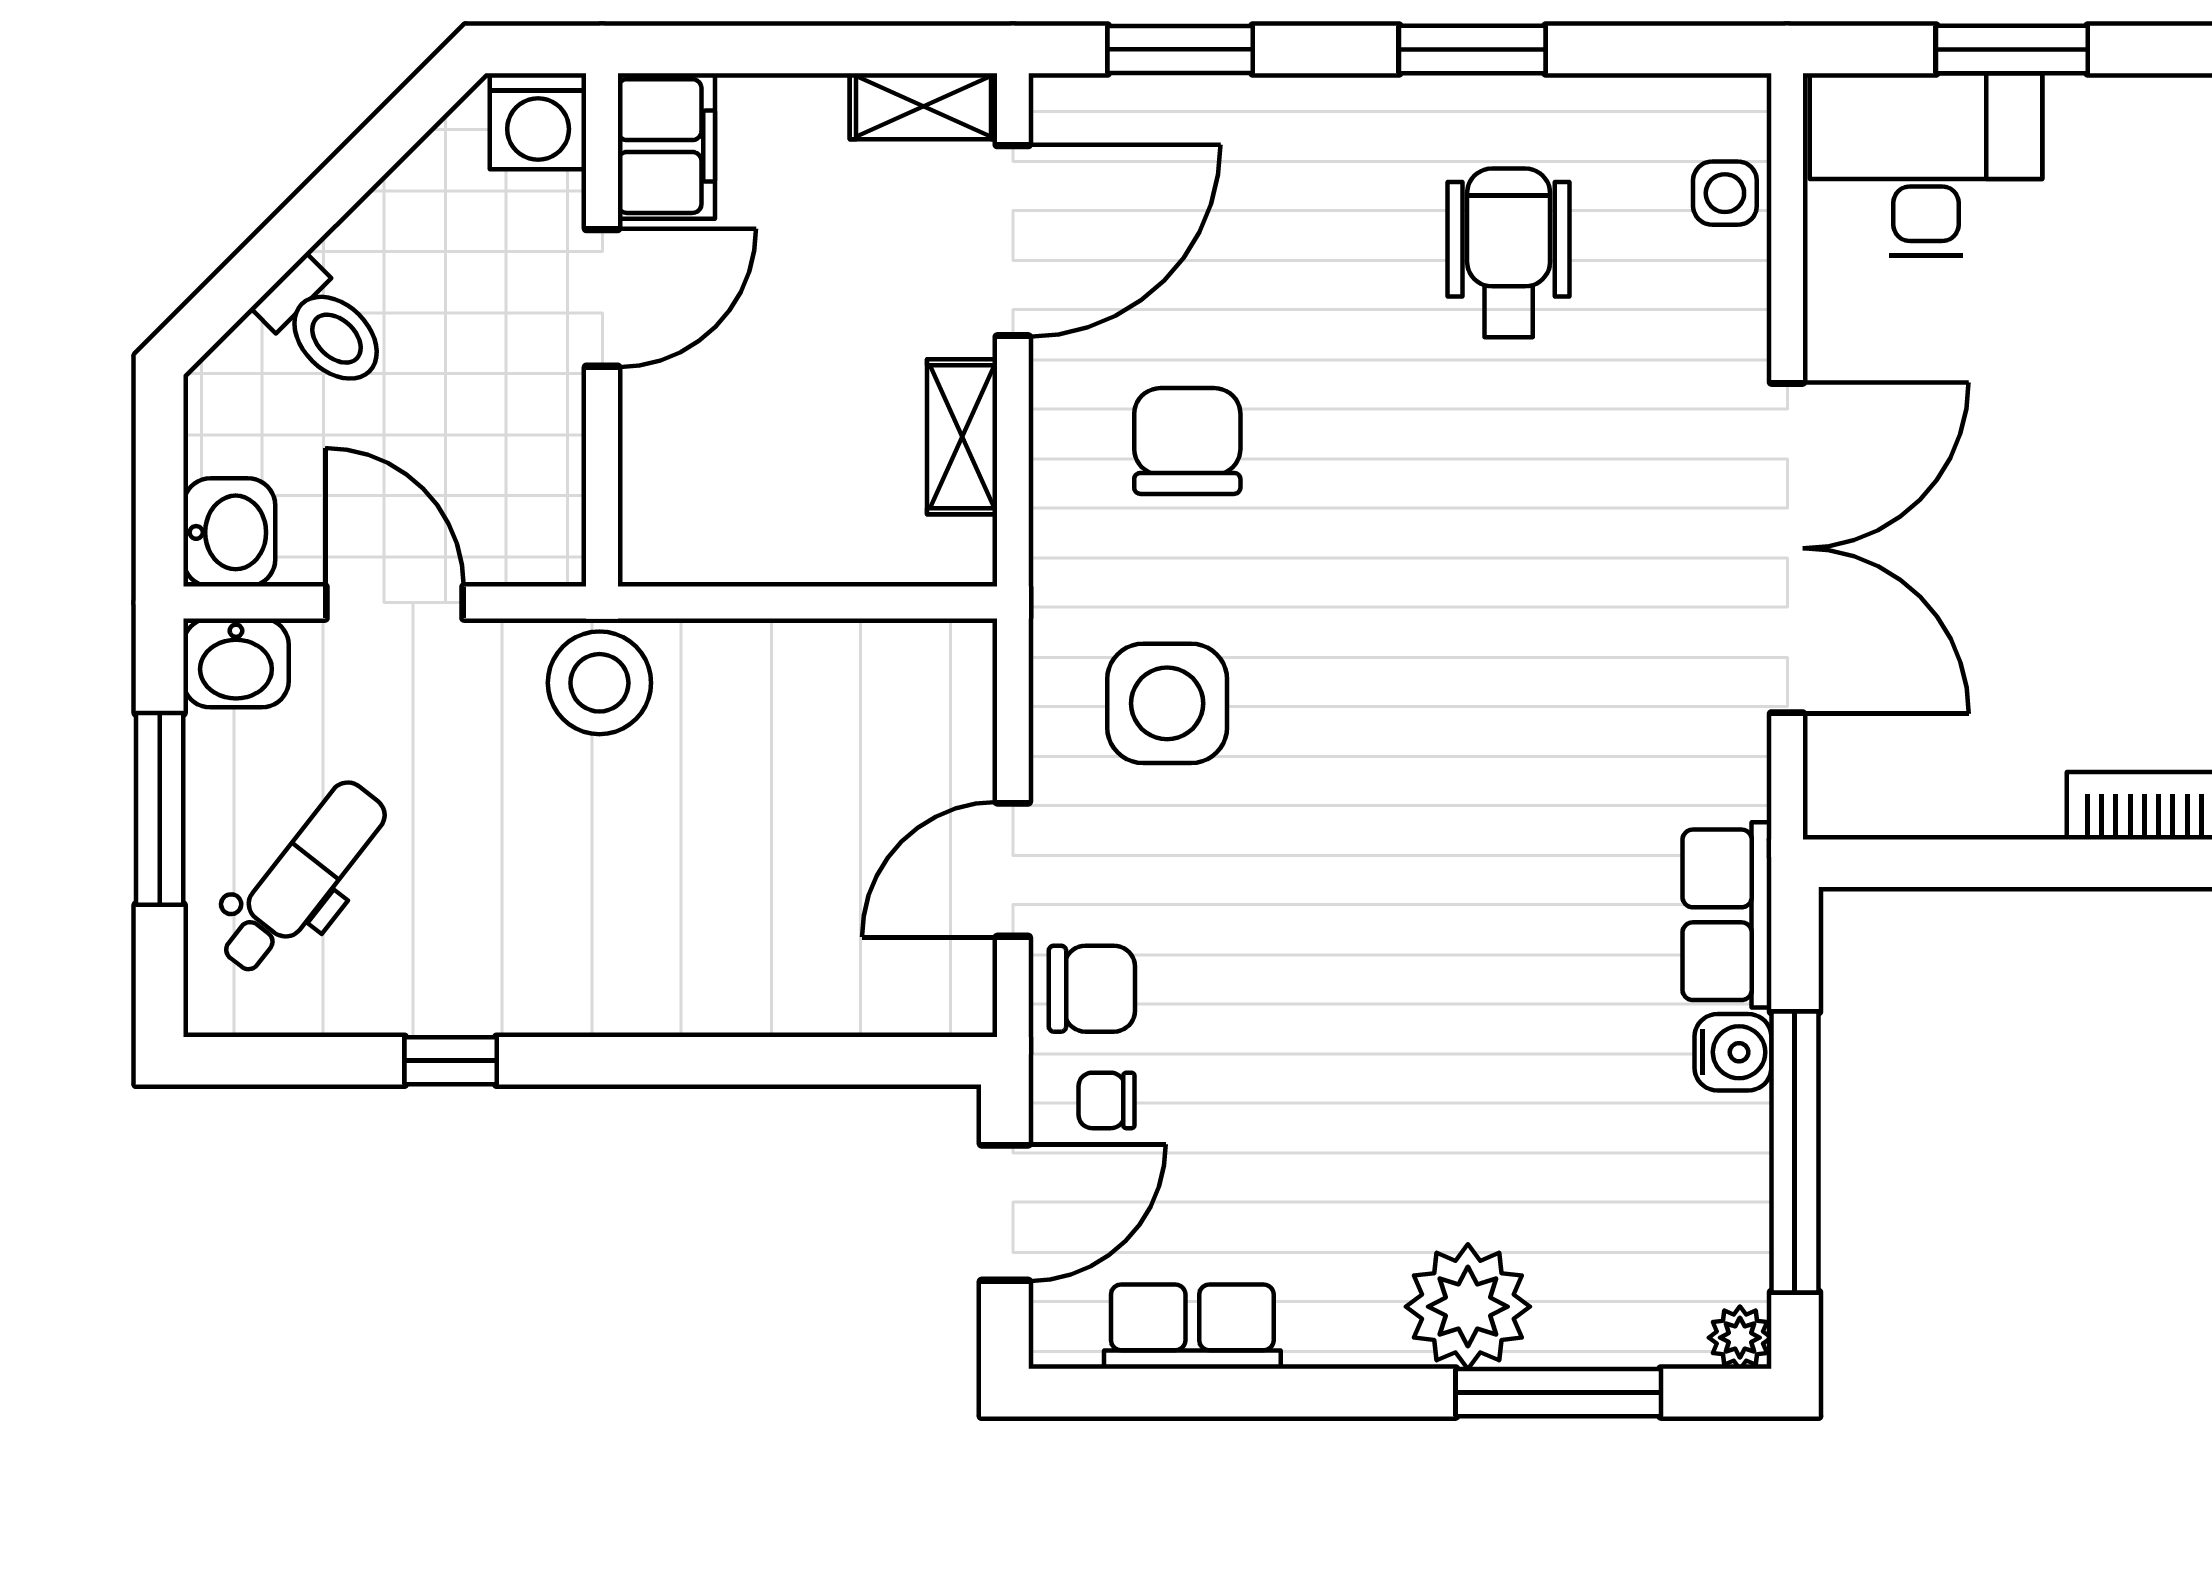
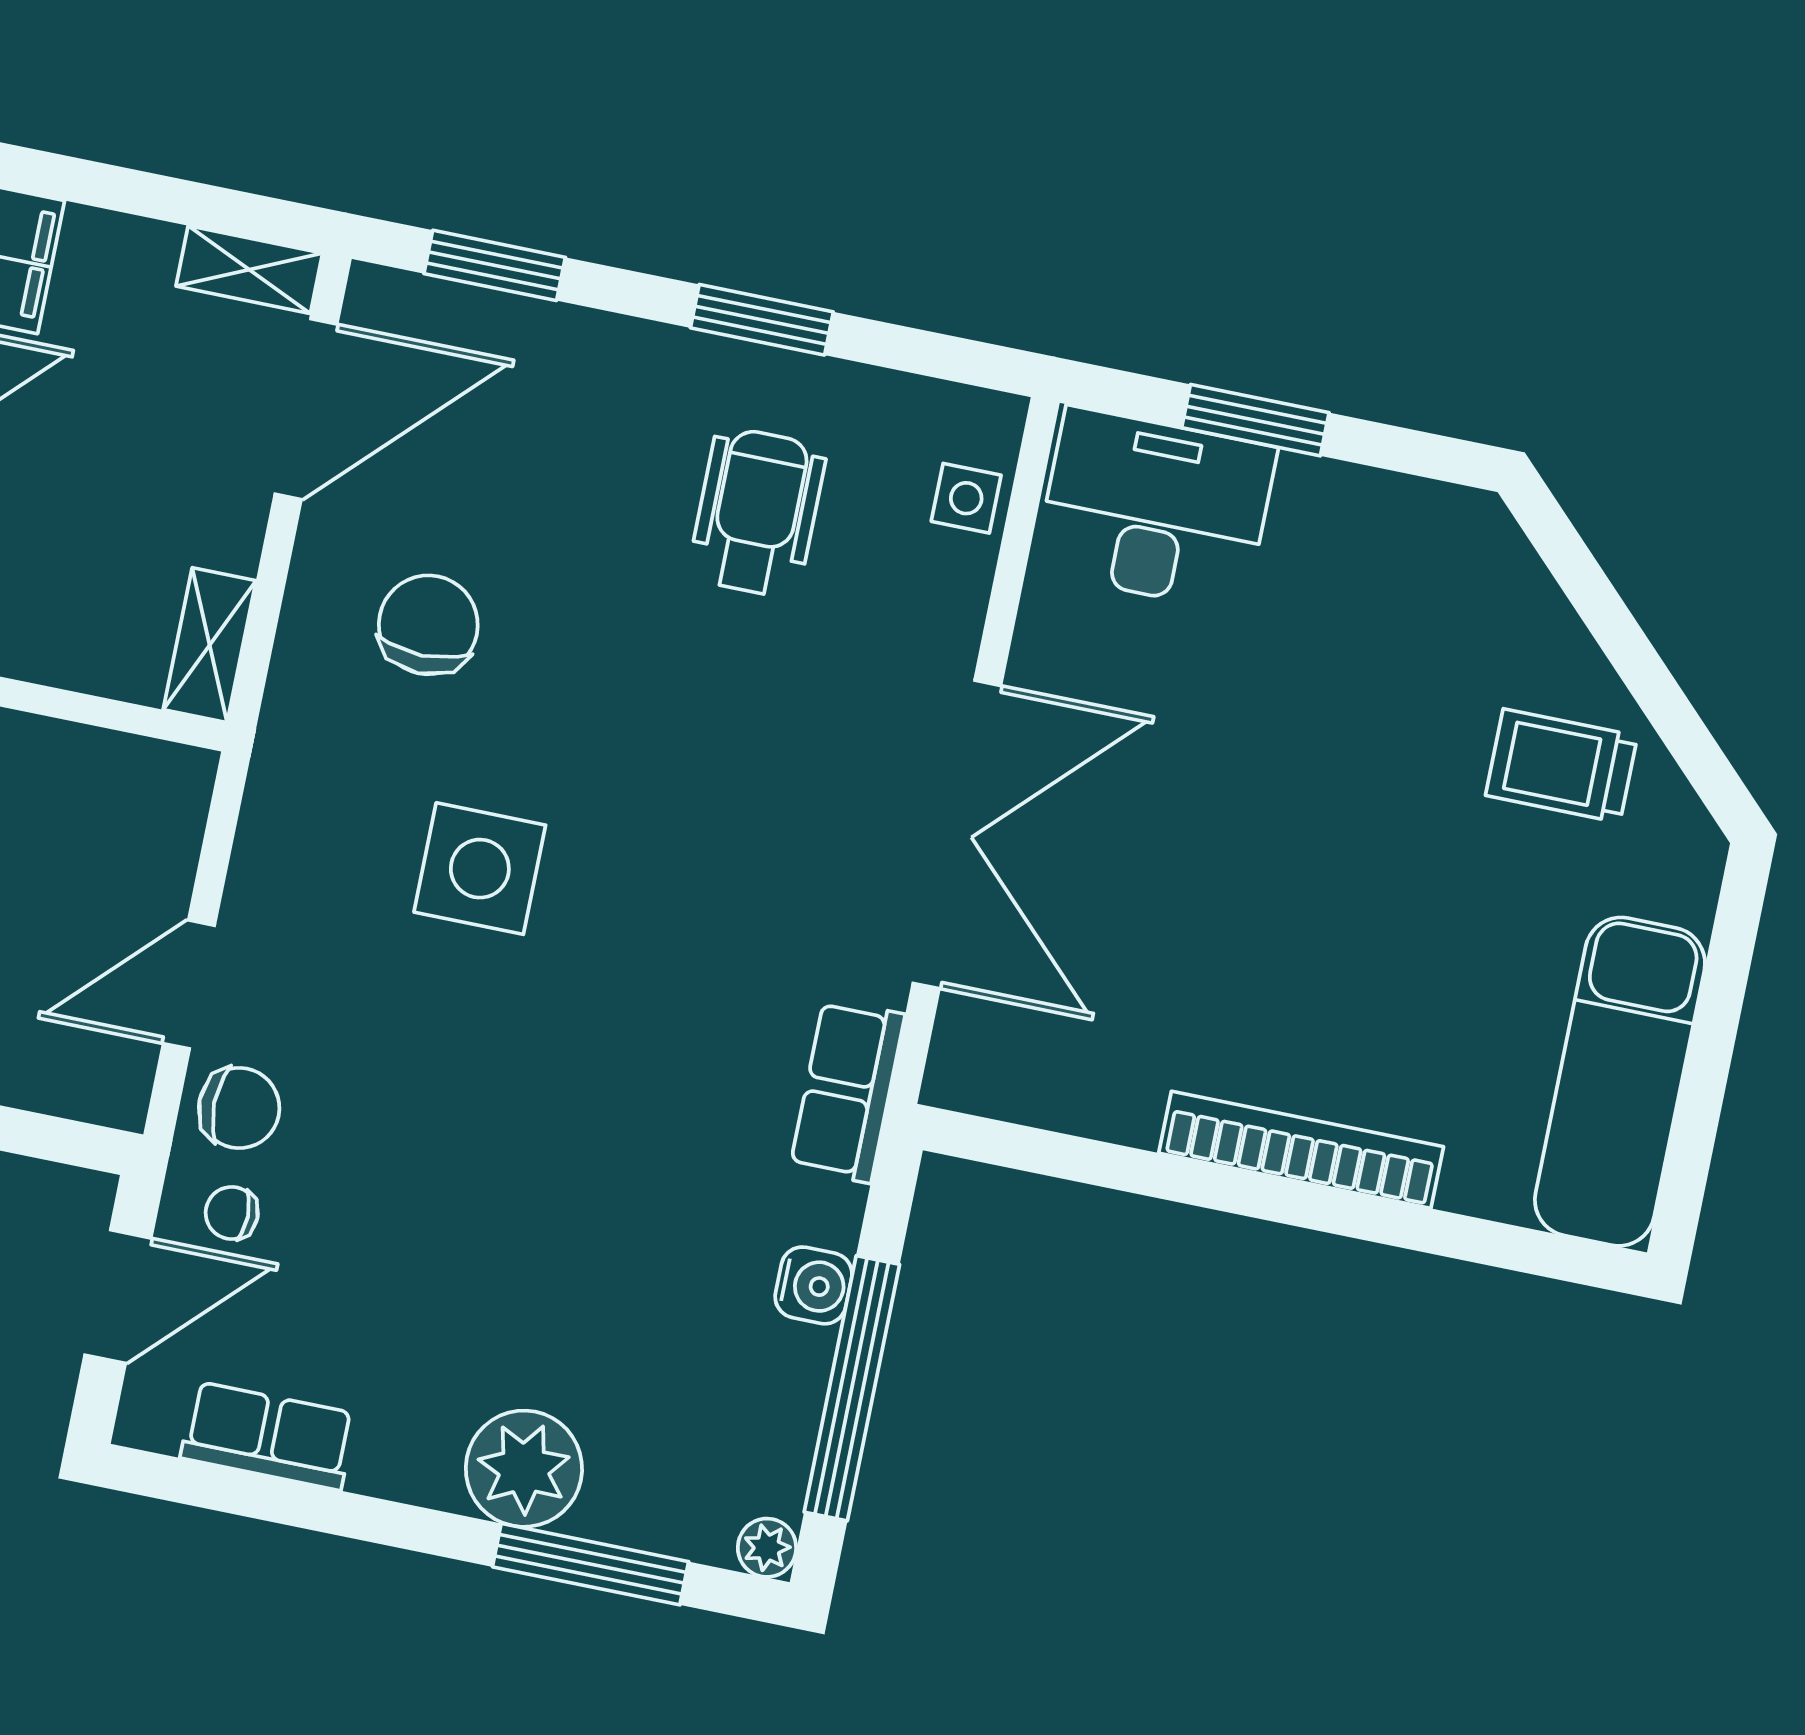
shelving: (962, 437) -> (210, 645), moved
side table: (1167, 703) -> (480, 869), moved
row of seats: (1727, 915) -> (847, 1091), moved

